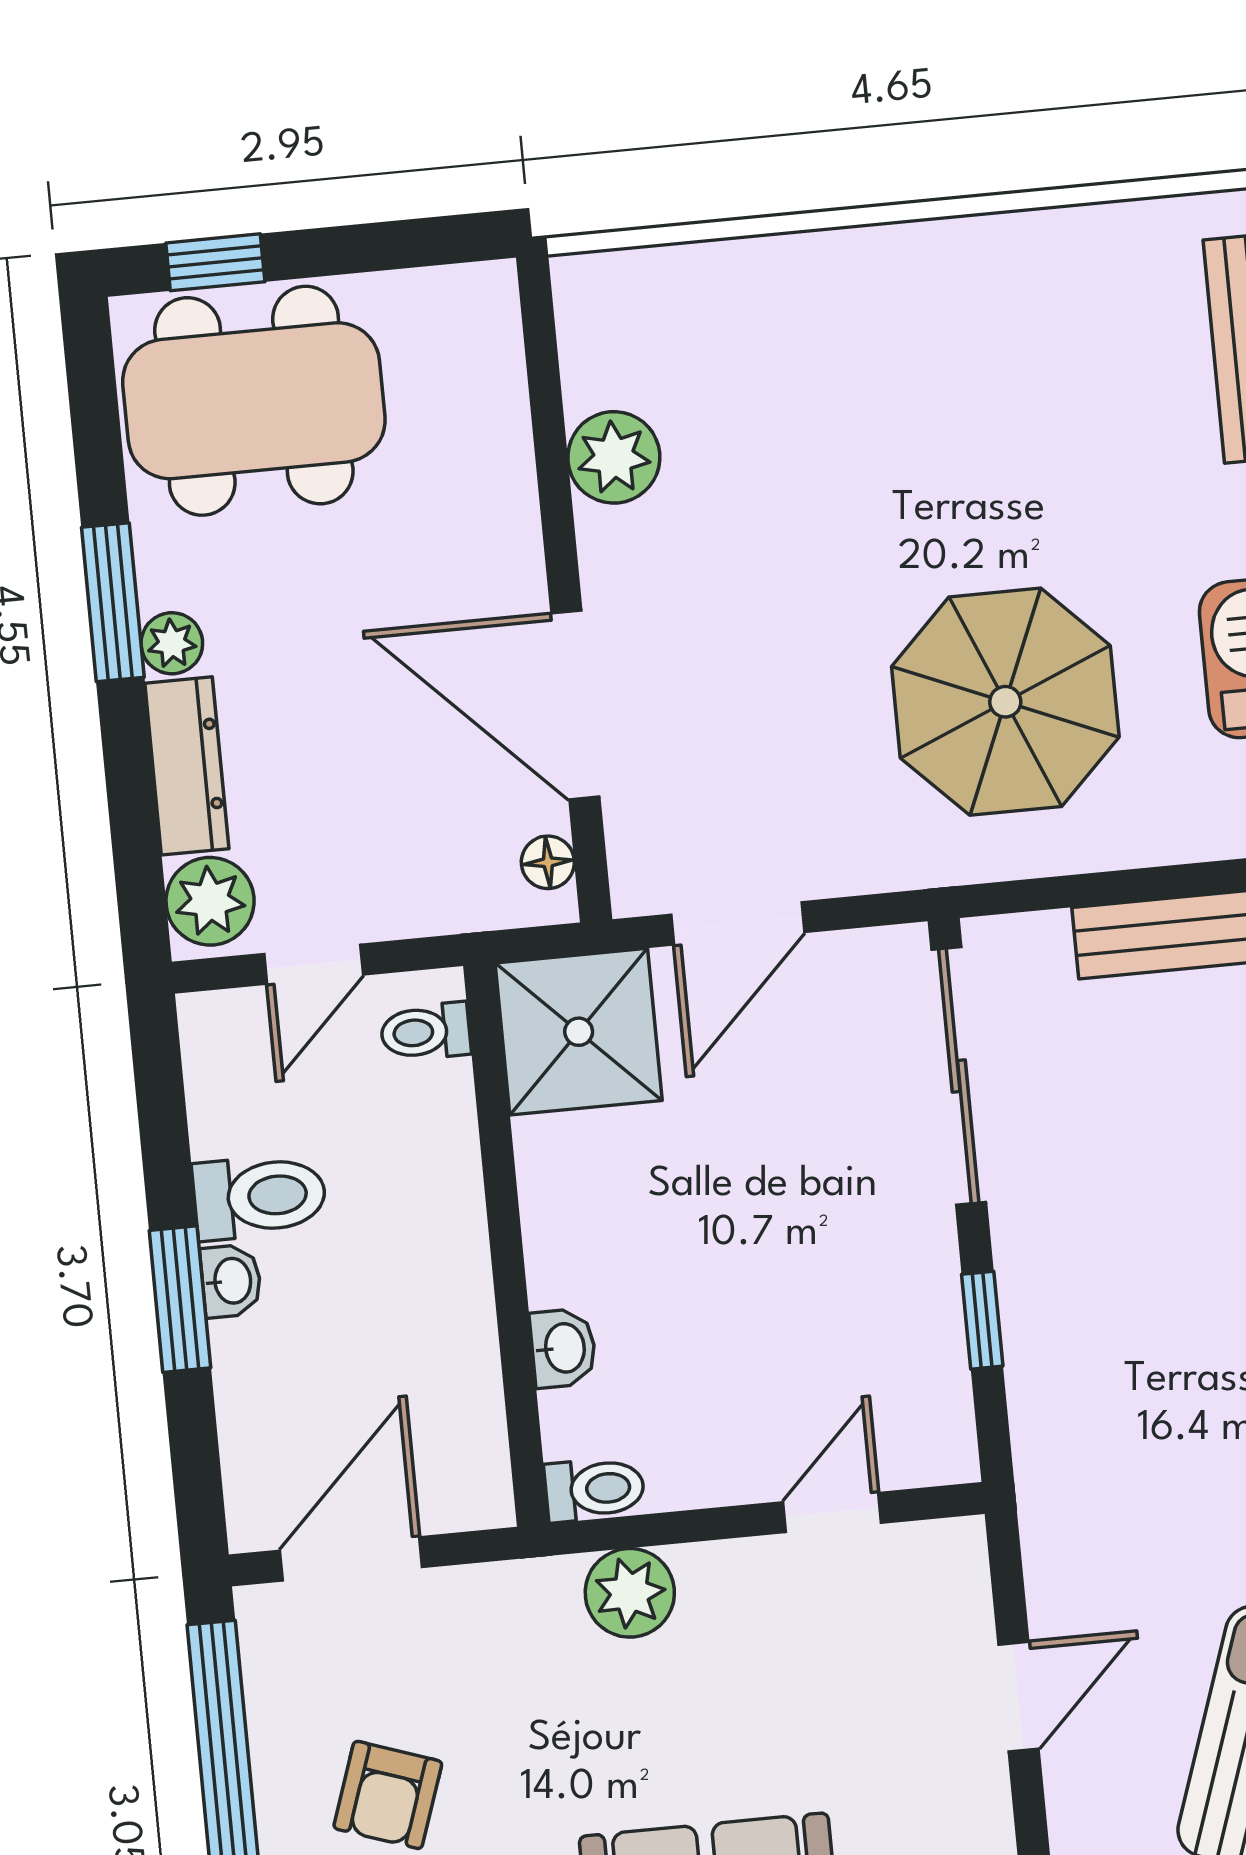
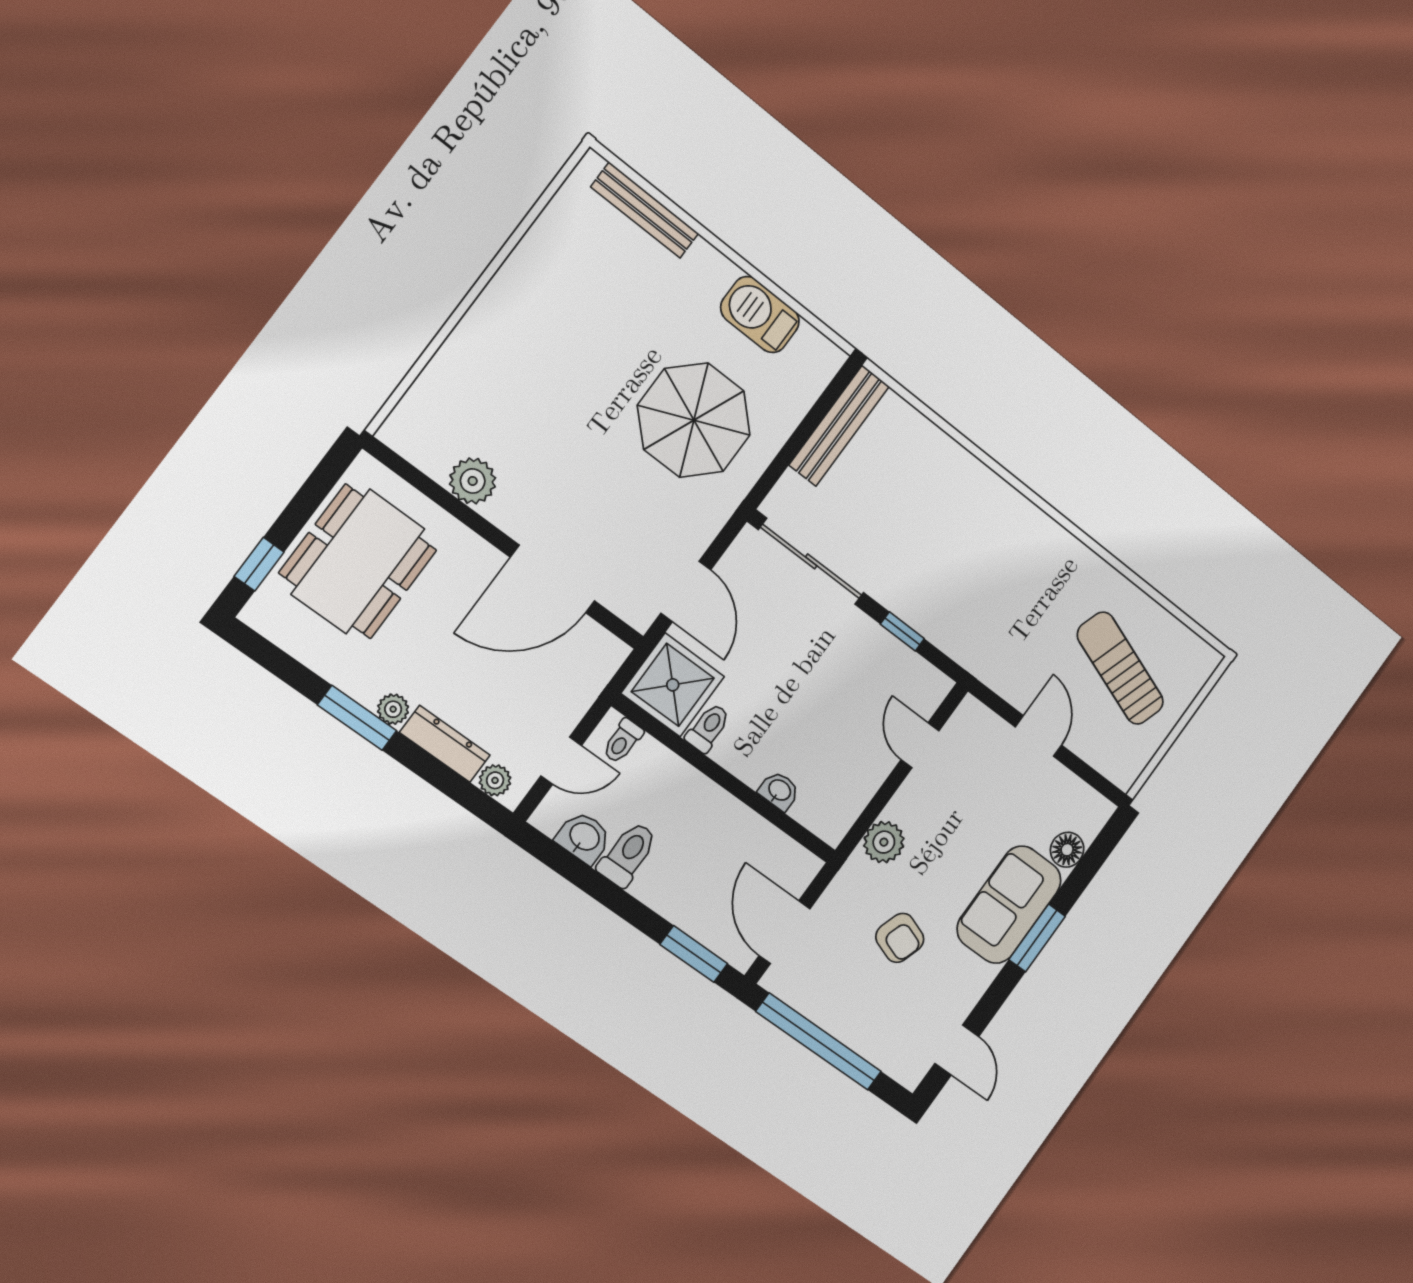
dining table: (254, 401) -> (358, 562), moved
floor lamp: (548, 862) -> (601, 641), removed
plant: (210, 901) -> (495, 780), width x0.73, depth x0.73
door: (314, 964) -> (561, 761), hinge flipped
washbasin: (231, 1281) -> (584, 837), moved, width x1.38, depth x1.45
window: (180, 1299) -> (694, 954), moved
toilet: (595, 1489) -> (708, 728), moved
armchair: (388, 1795) -> (900, 938), moved

